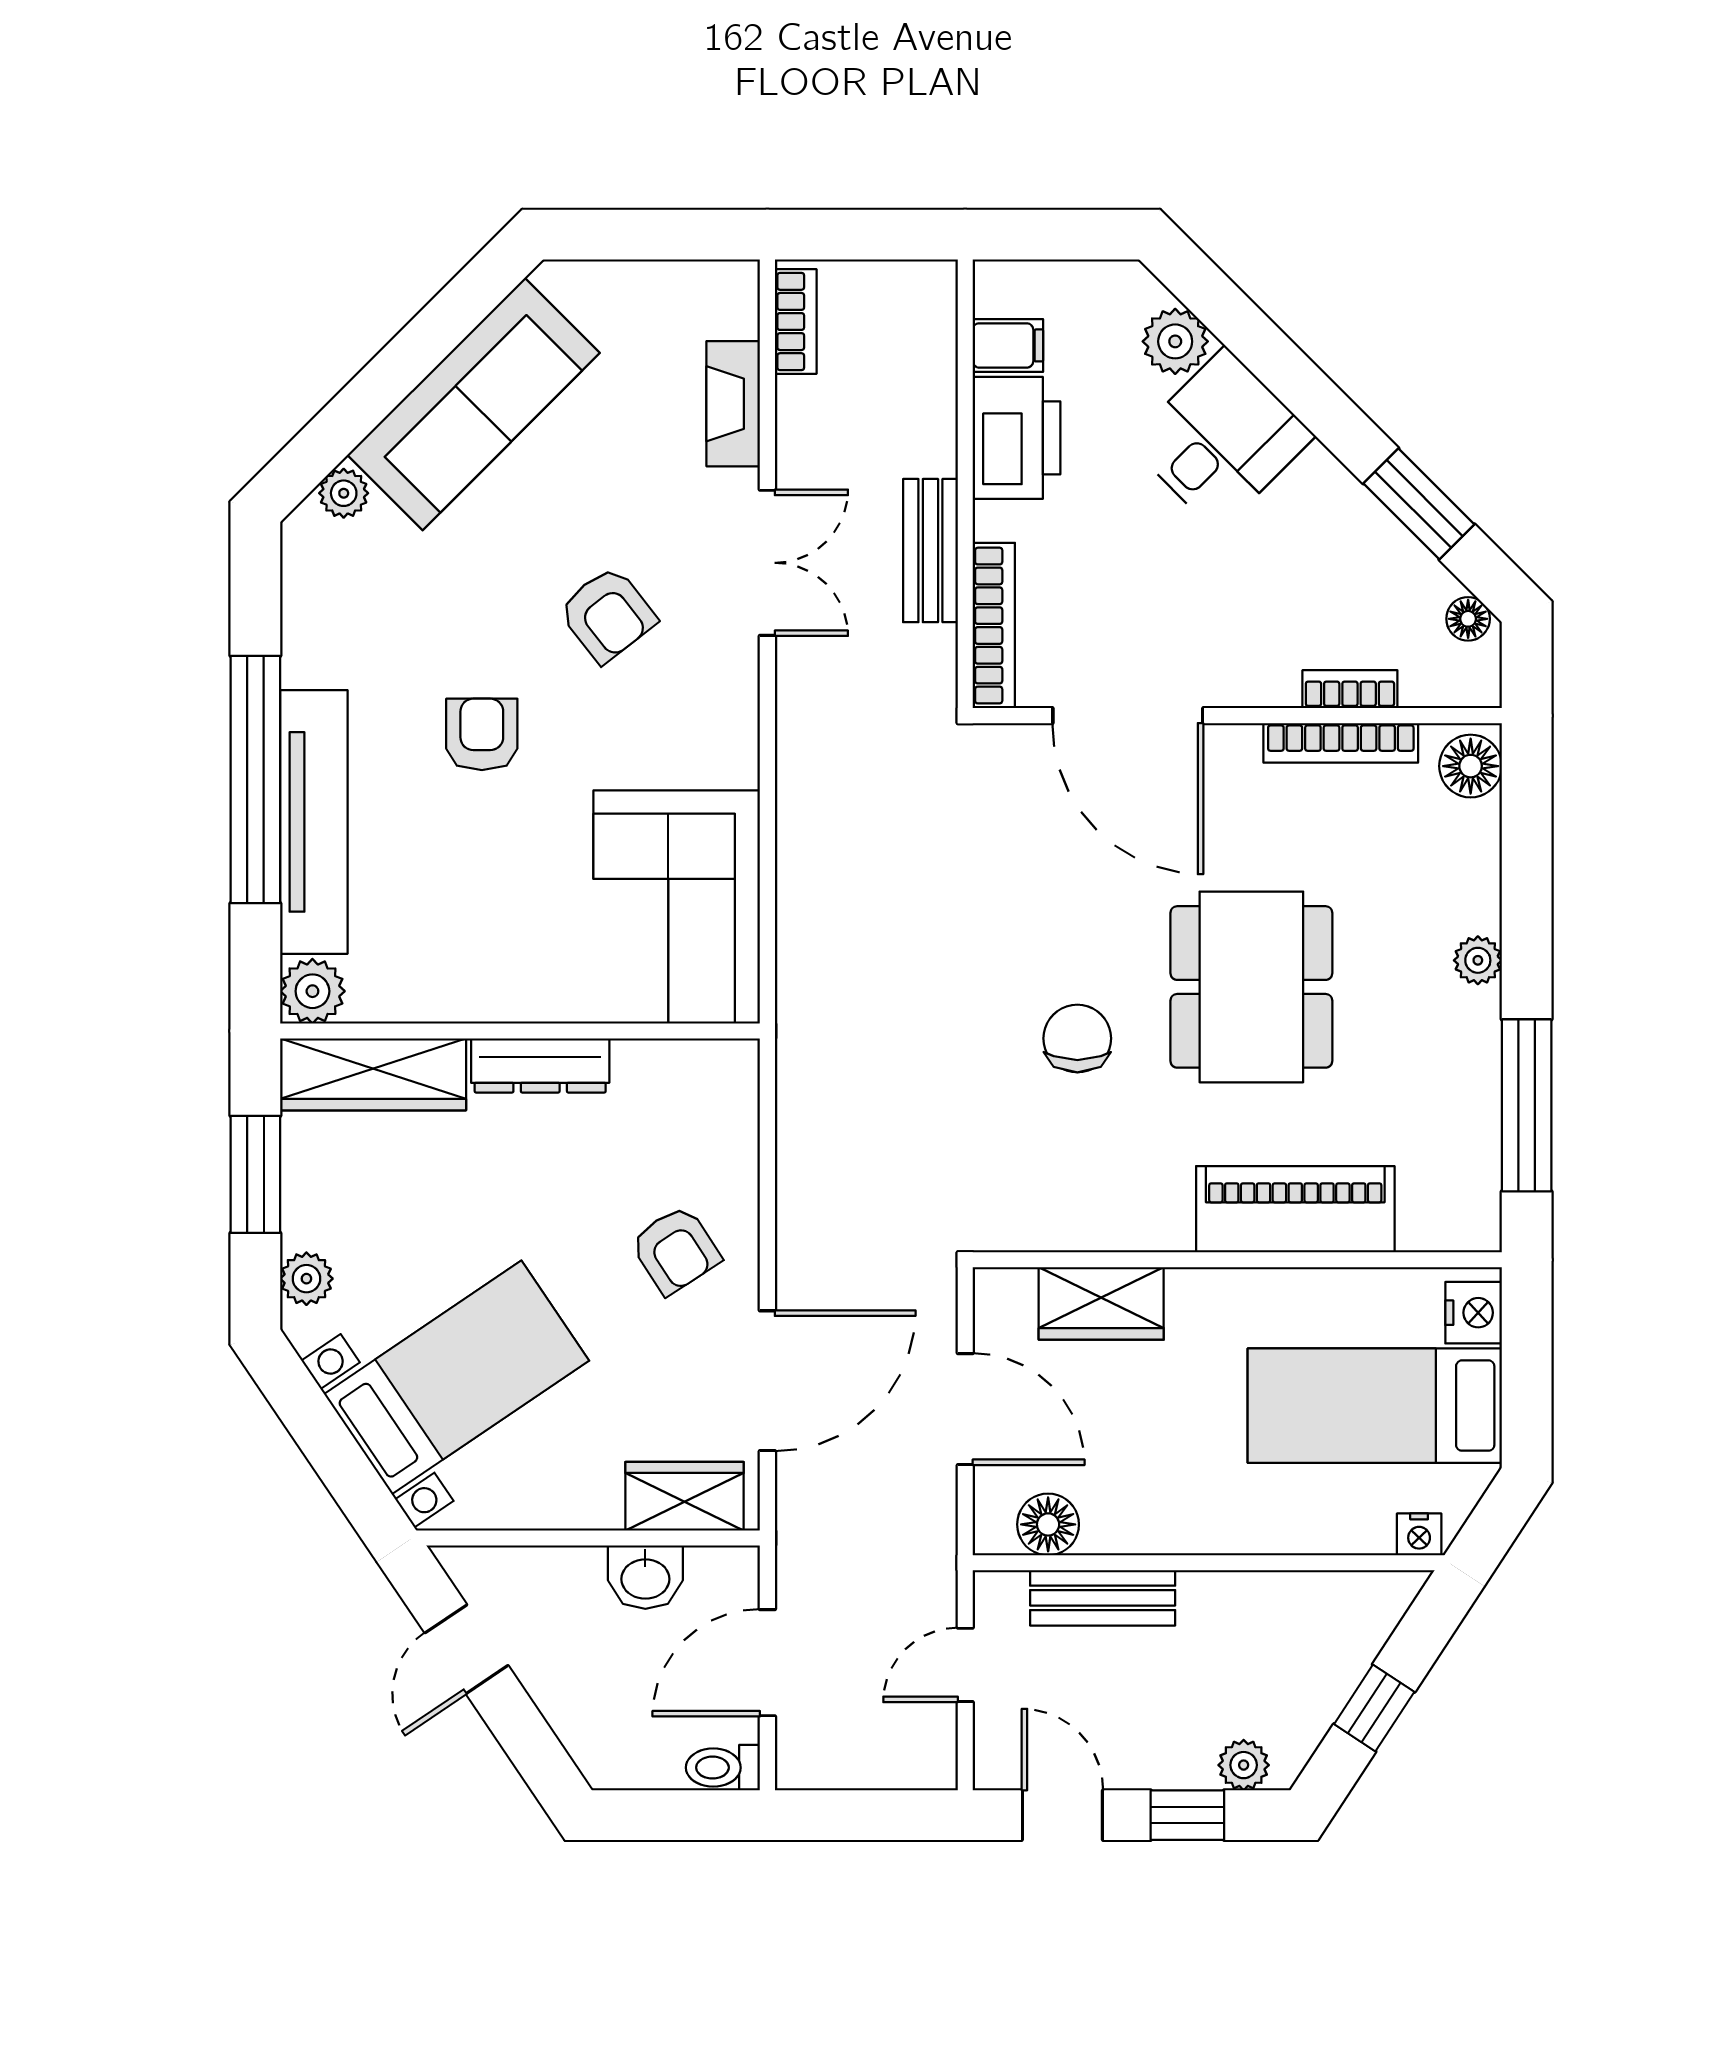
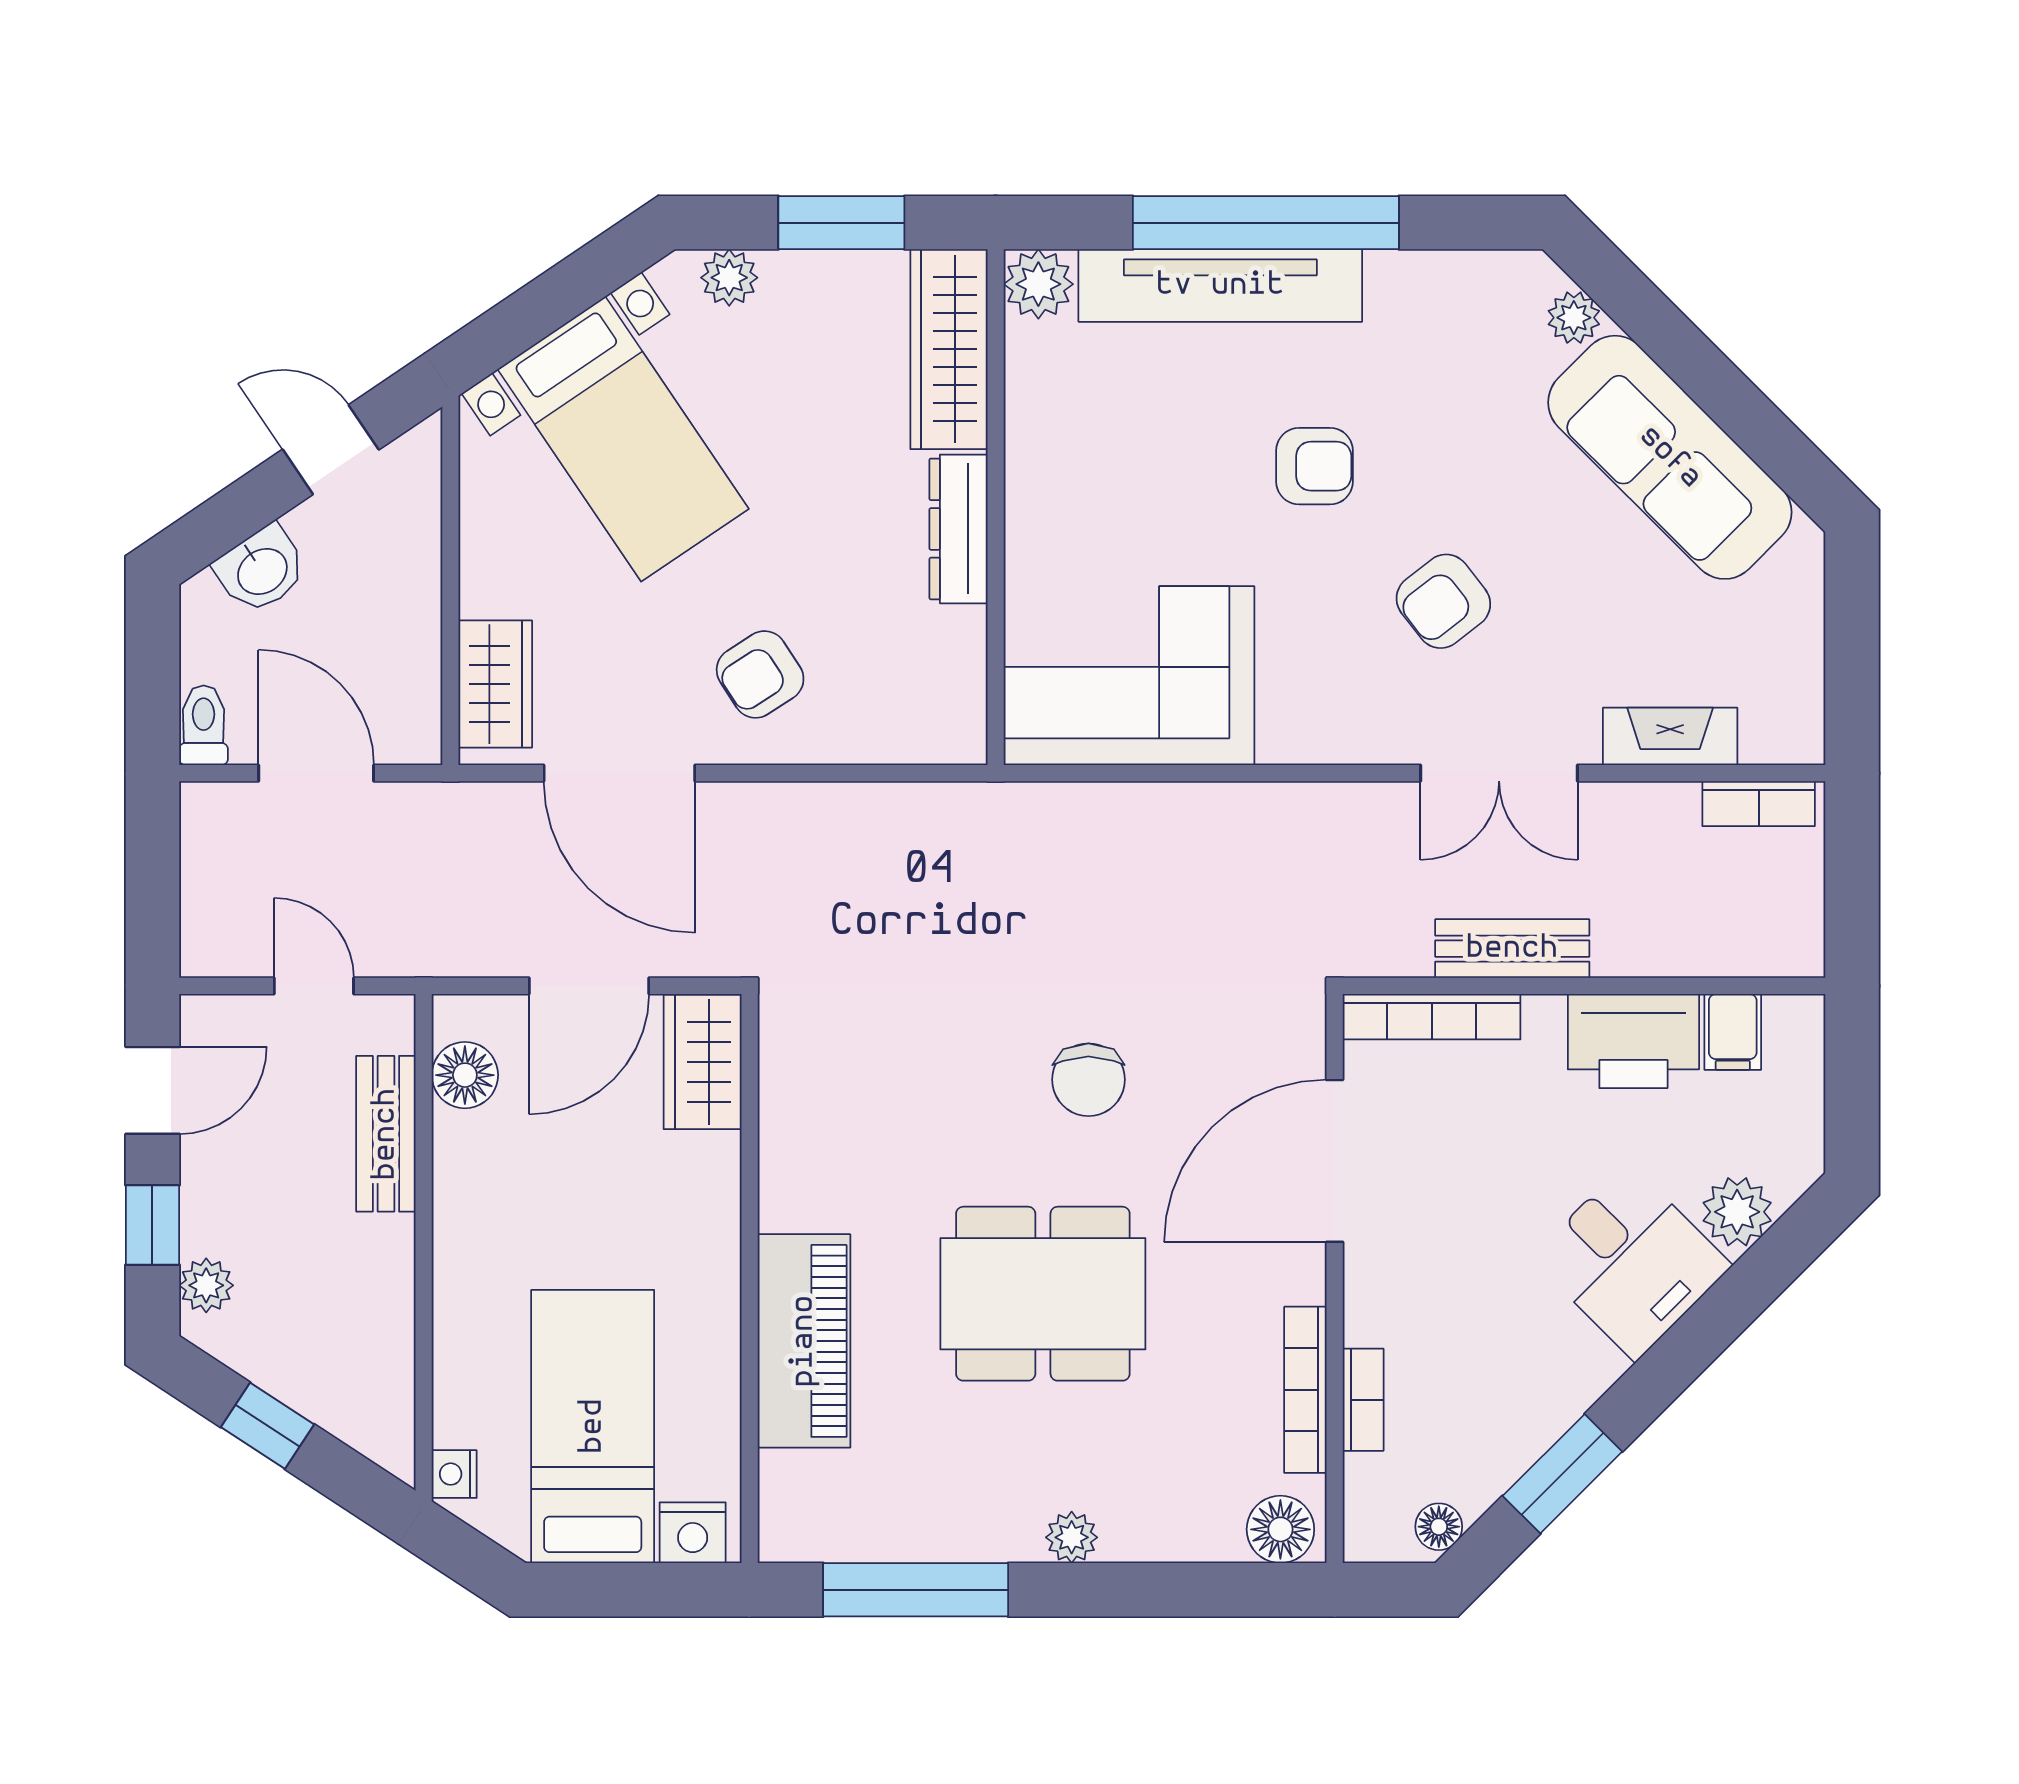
chair: (1077, 1038) -> (1088, 1080), moved, turned 90
wardrobe: (1101, 1303) -> (703, 1062), moved
washbasin: (645, 1577) -> (261, 570), moved, turned -124

